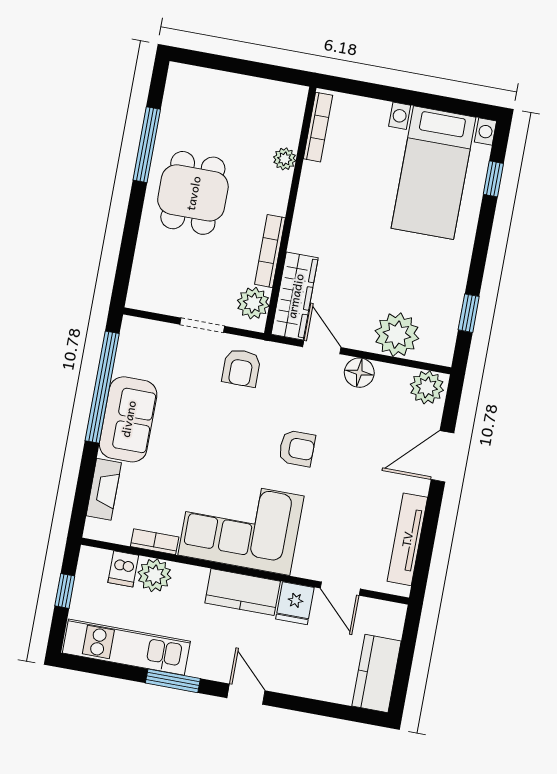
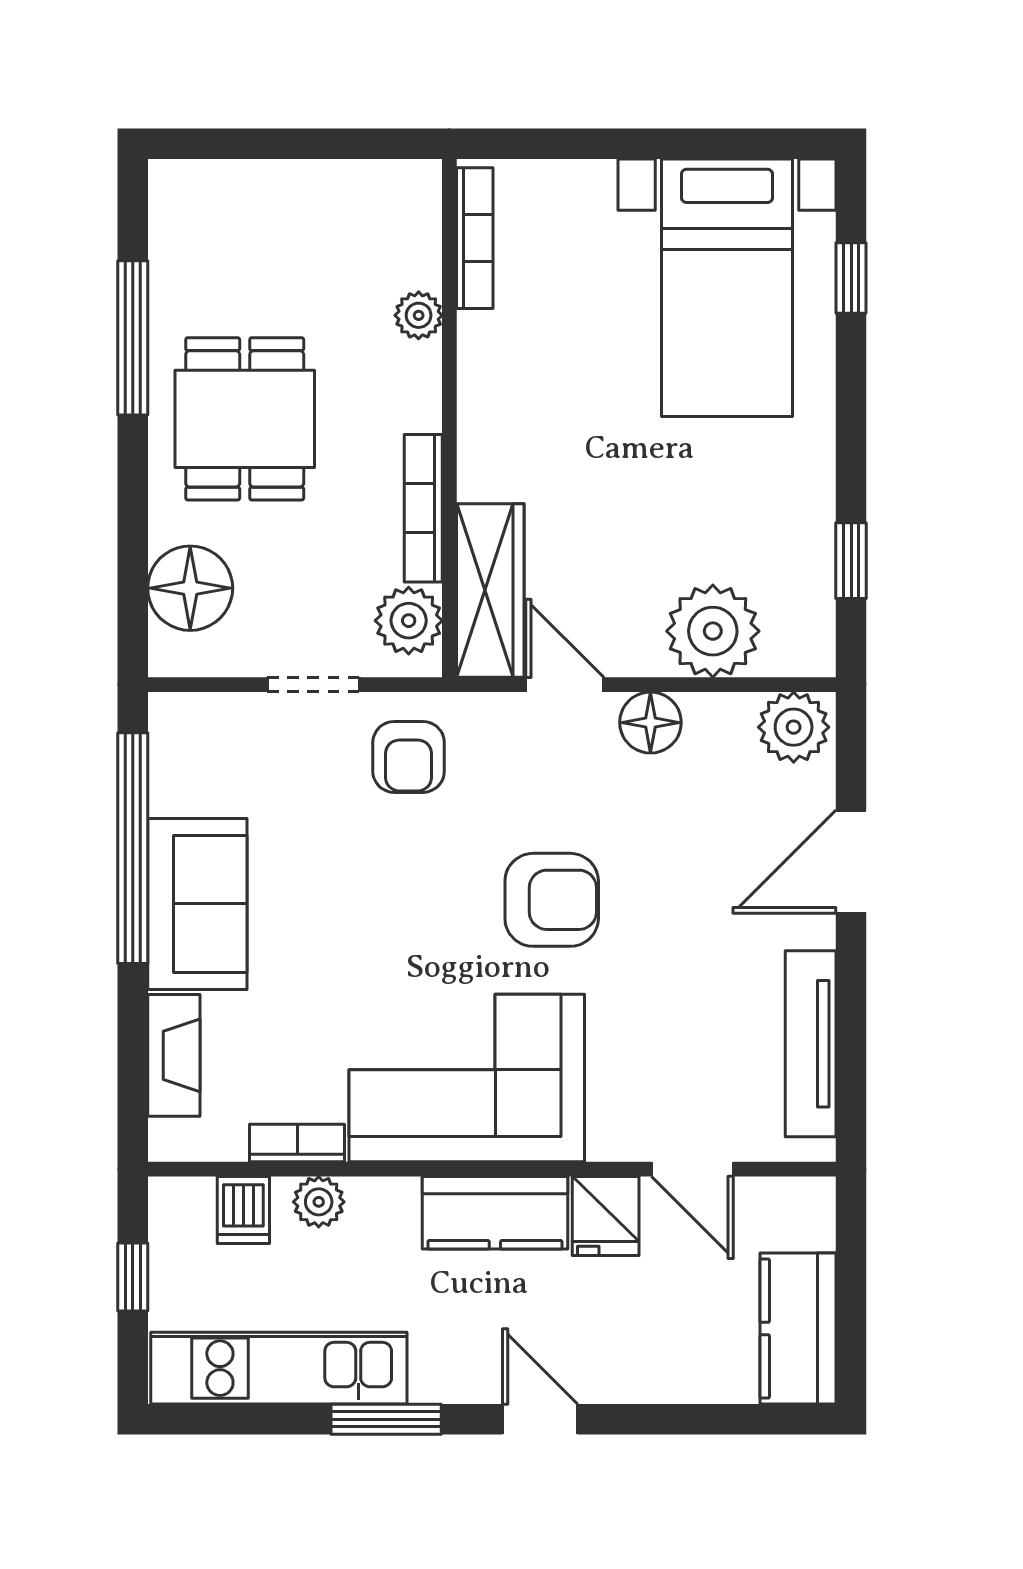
floor lamp: (152, 269) -> (190, 588), added
armchair: (297, 448) -> (552, 900), width x1.38, depth x1.38
plant: (154, 575) -> (319, 1202), width x0.73, depth x0.73

